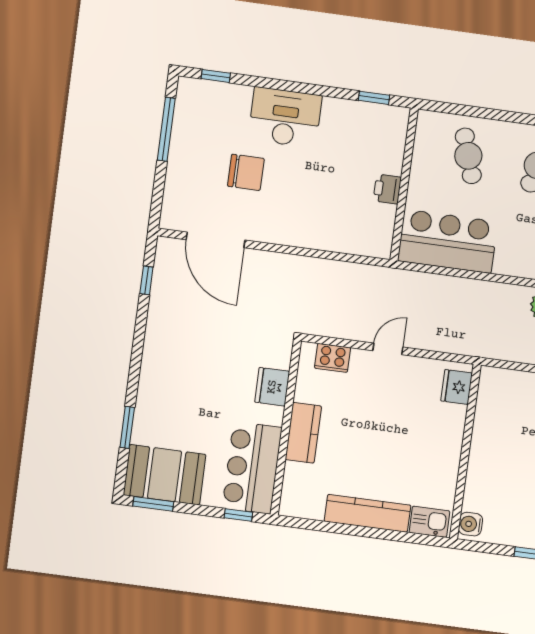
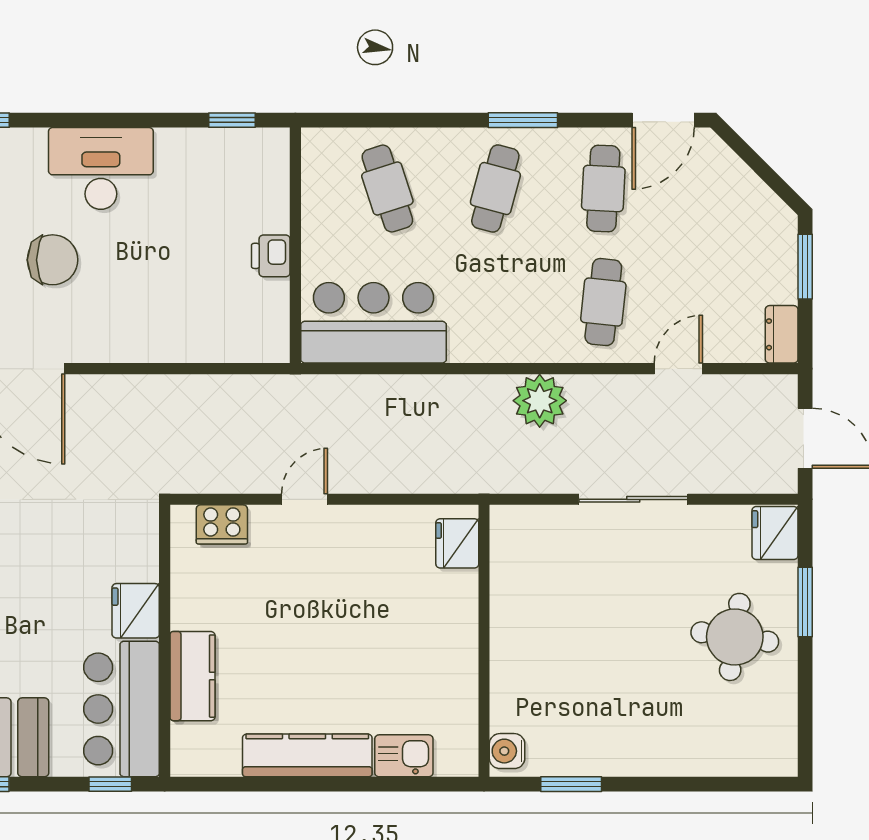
fridge: (272, 387) -> (136, 611), moved
fridge: (457, 387) -> (457, 543), moved
kitchen counter: (303, 433) -> (193, 676), moved
wall: (465, 452) -> (484, 641), moved
water cooler: (470, 524) -> (507, 751), moved

